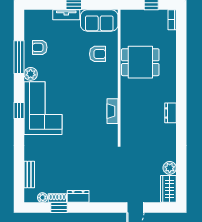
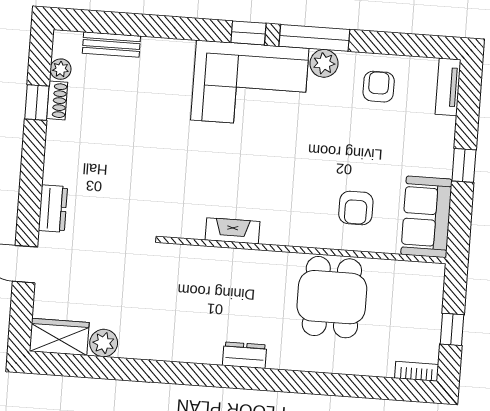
tv unit: (66, 15) -> (448, 87), moved
window: (19, 57) -> (314, 38), moved
dresser: (171, 113) -> (245, 355), moved
dresser: (78, 196) -> (53, 209), moved

